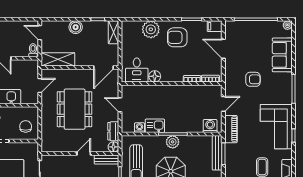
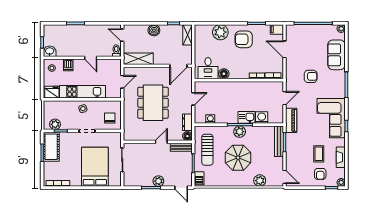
door: (120, 105) -> (193, 99), swing flipped
kitchen sink: (155, 126) -> (247, 117), moved
washing machine: (210, 126) -> (262, 118), moved

